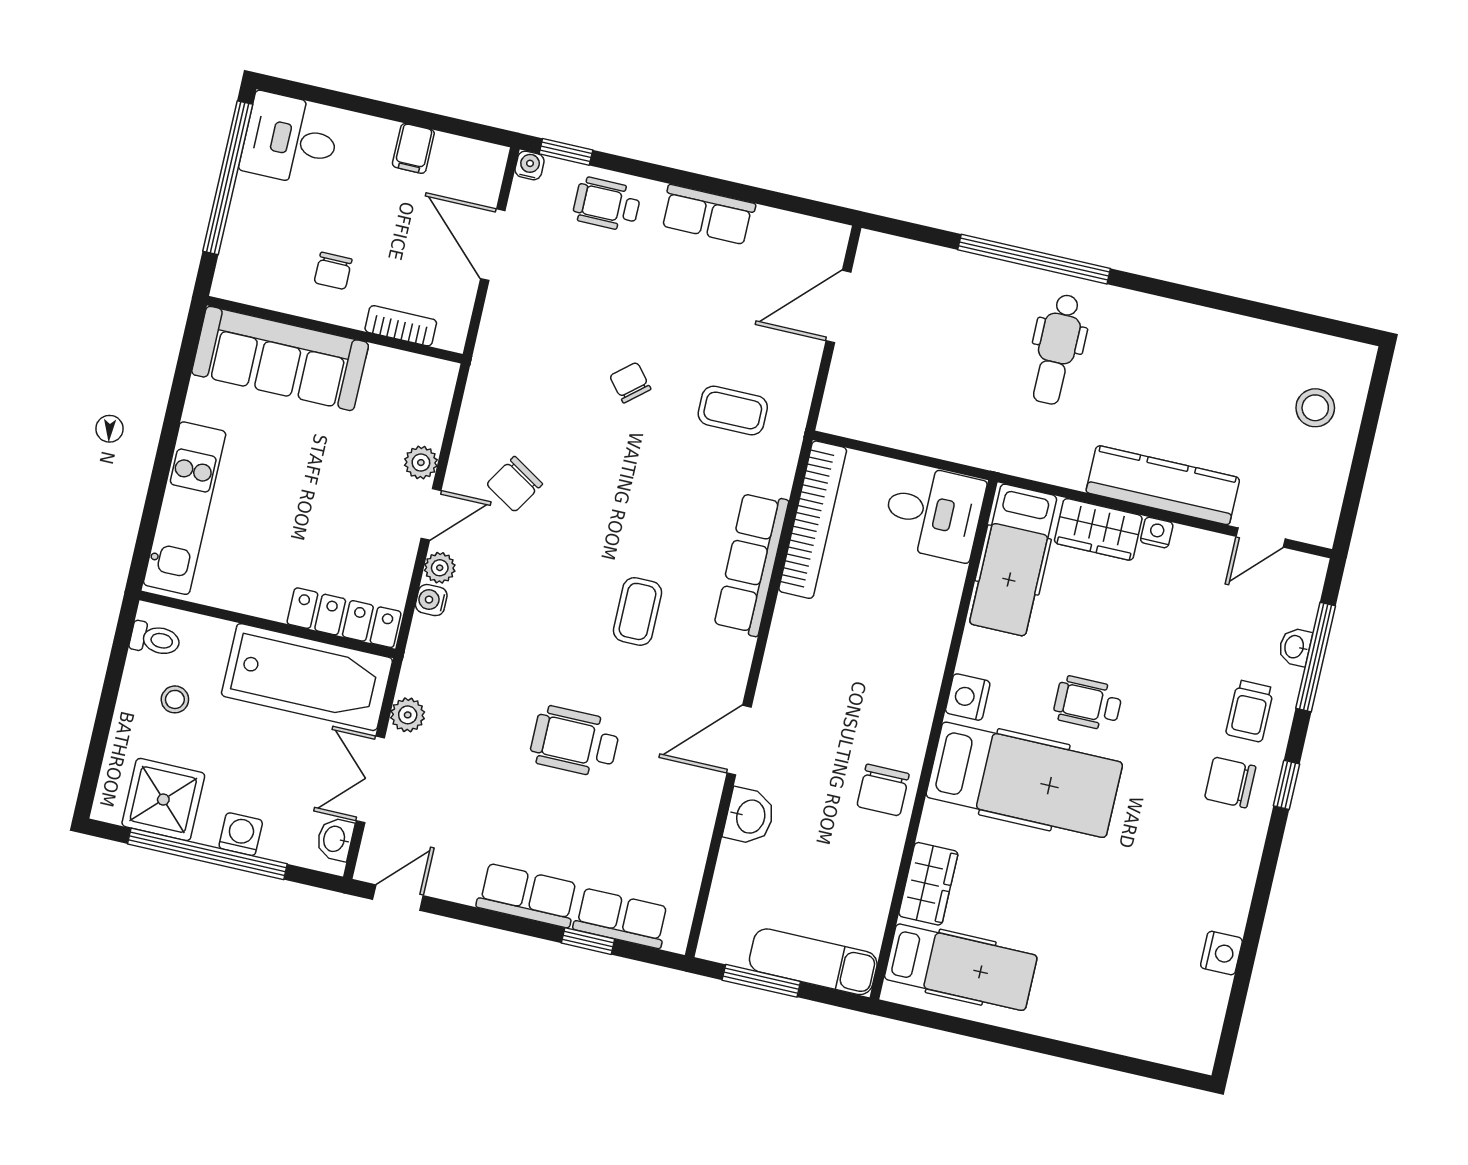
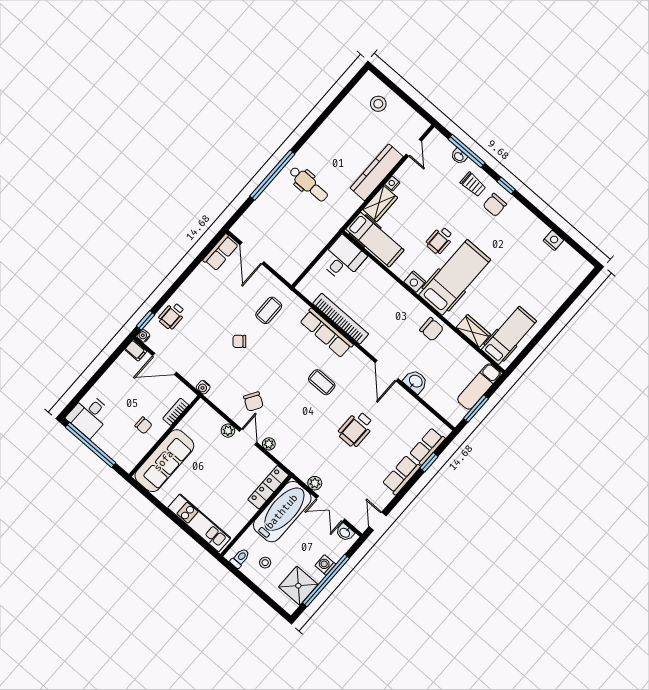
filing cabinet: (413, 148) -> (136, 350), moved
row of seats: (708, 215) -> (221, 252), moved
bookcase: (813, 520) -> (341, 319), moved
water cooler: (431, 600) -> (203, 387), moved

